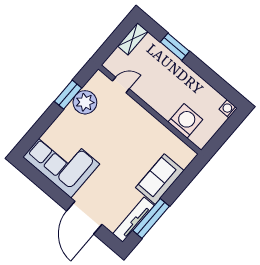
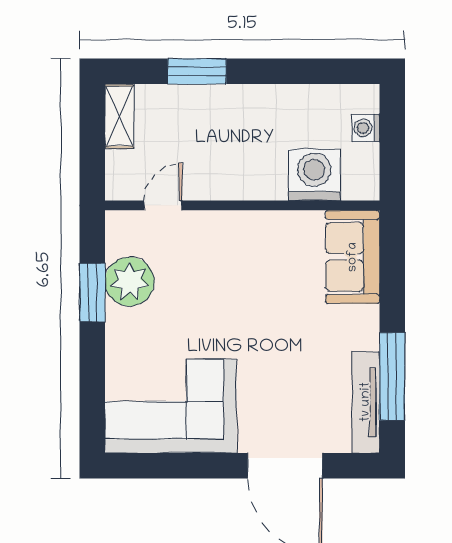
washing machine: (228, 109) -> (366, 128), moved
sofa: (160, 179) -> (353, 257), moved

